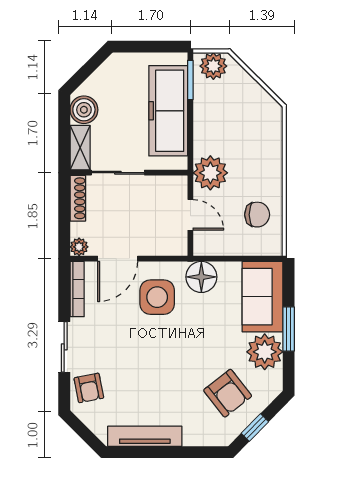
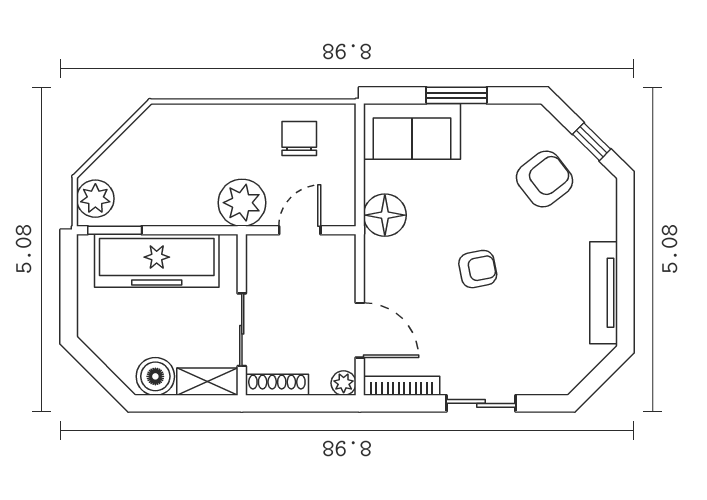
side table: (157, 297) -> (413, 276), removed
plant: (265, 352) -> (488, 128), removed
armchair: (89, 388) -> (478, 269), moved

